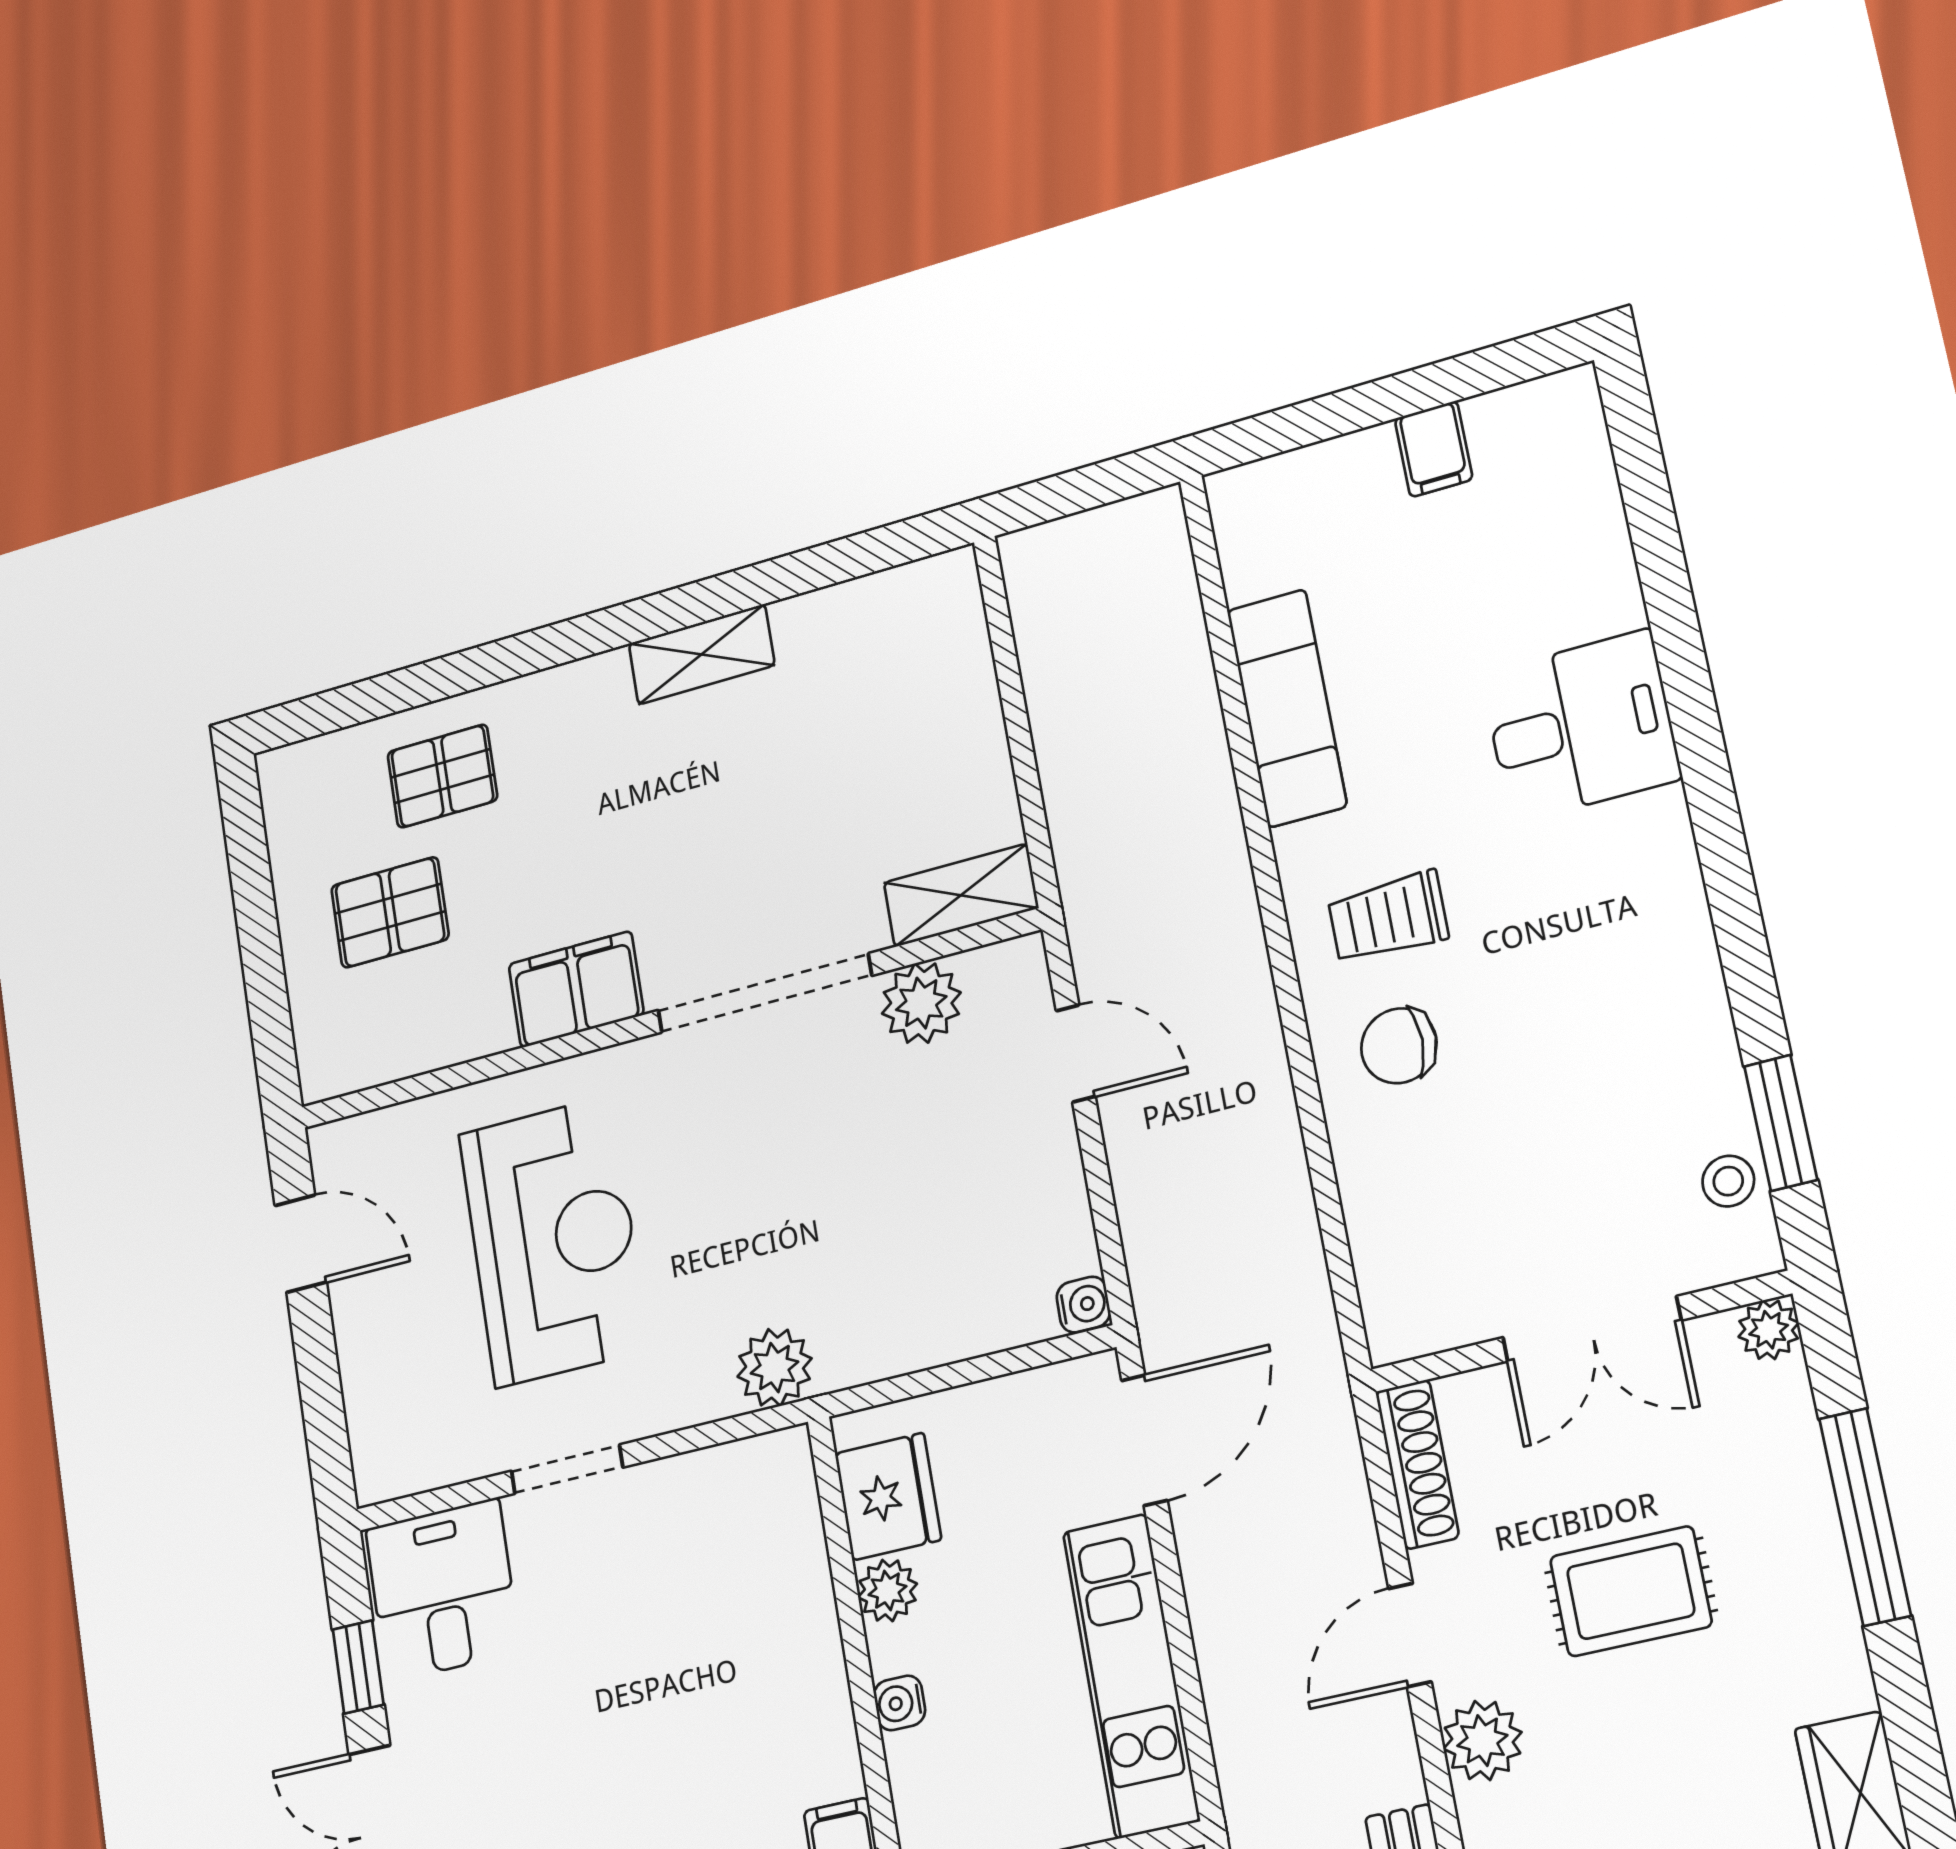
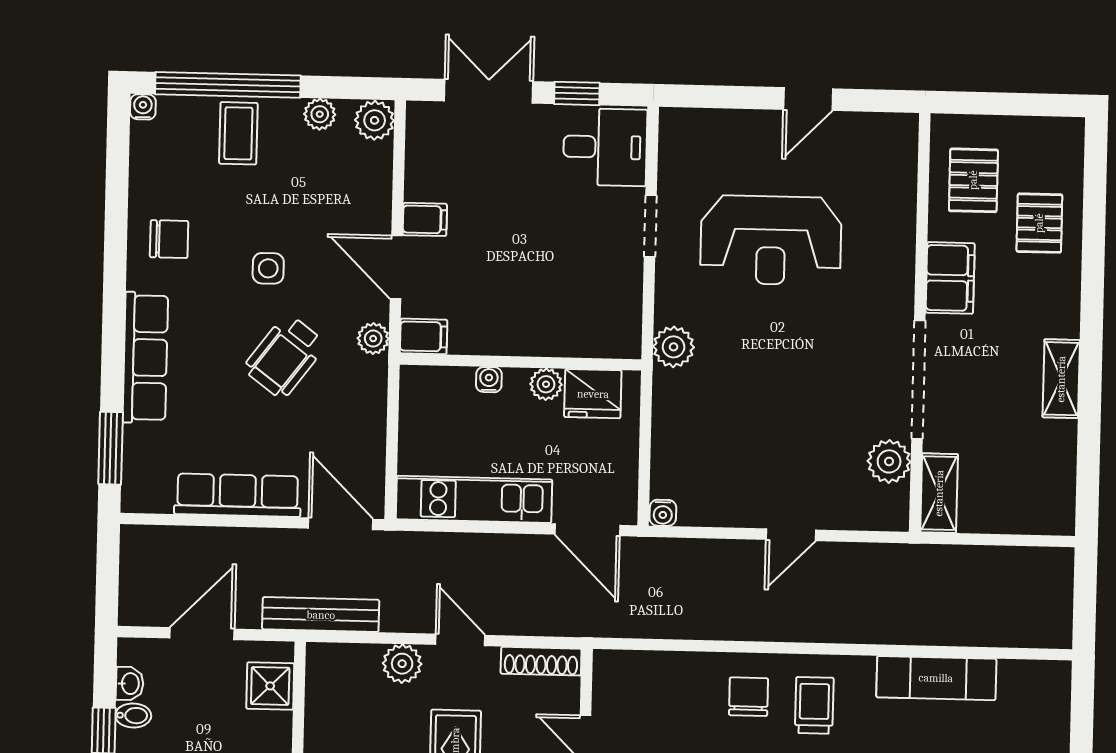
shelving: (961, 895) -> (939, 493), moved
filing cabinet: (576, 989) -> (950, 278), moved
doorway: (764, 993) -> (918, 380), moved
plant: (921, 1003) -> (889, 461), moved
wall: (664, 1020) -> (920, 323), moved

